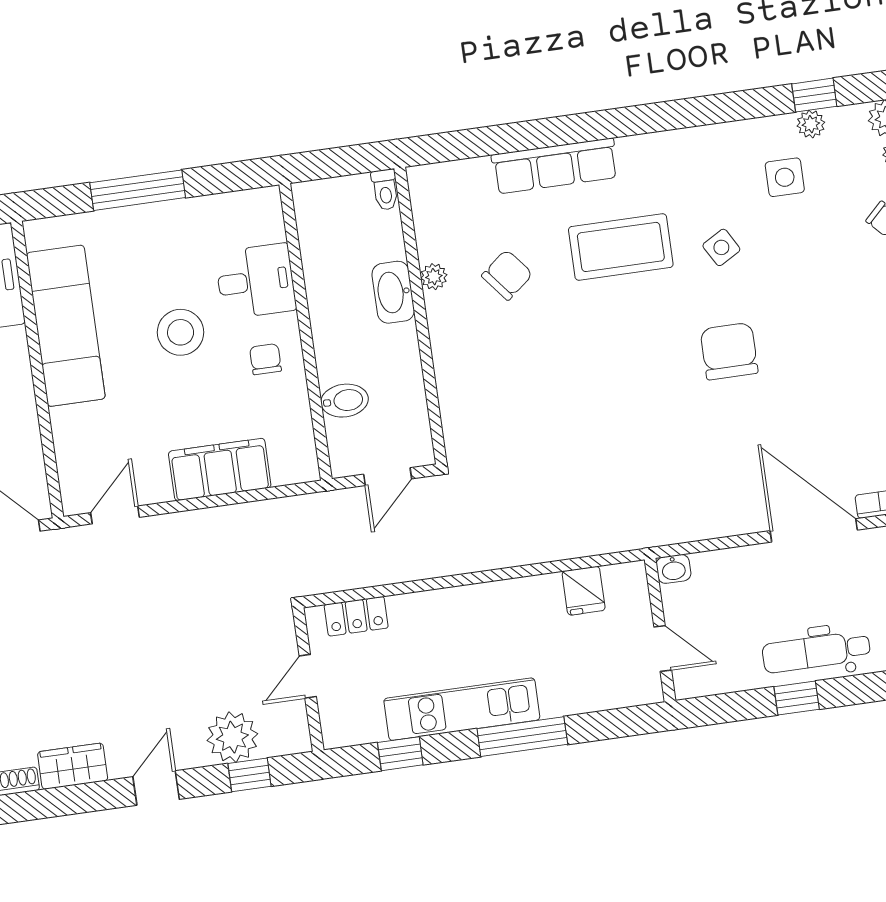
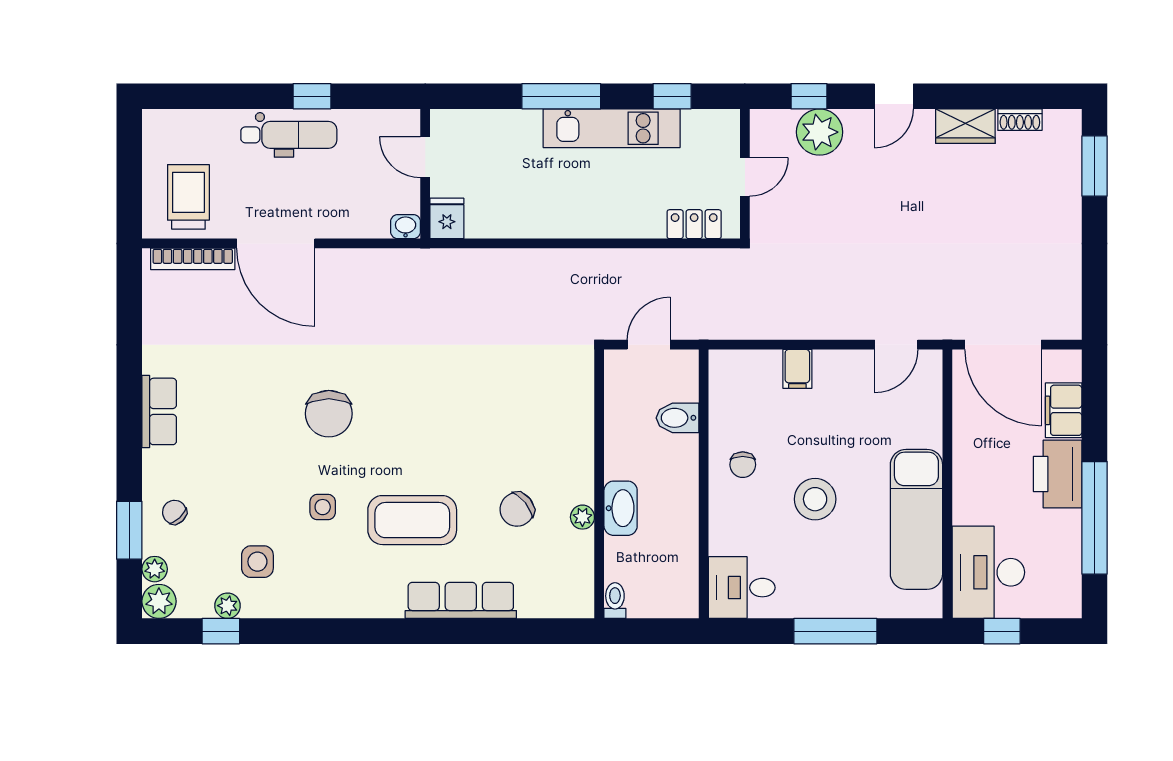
side table: (721, 247) -> (323, 507), turned 30
desk: (256, 281) -> (742, 588), moved
filing cabinet: (220, 469) -> (797, 369), width x0.33, depth x0.86
fridge: (584, 591) -> (447, 218), moved

